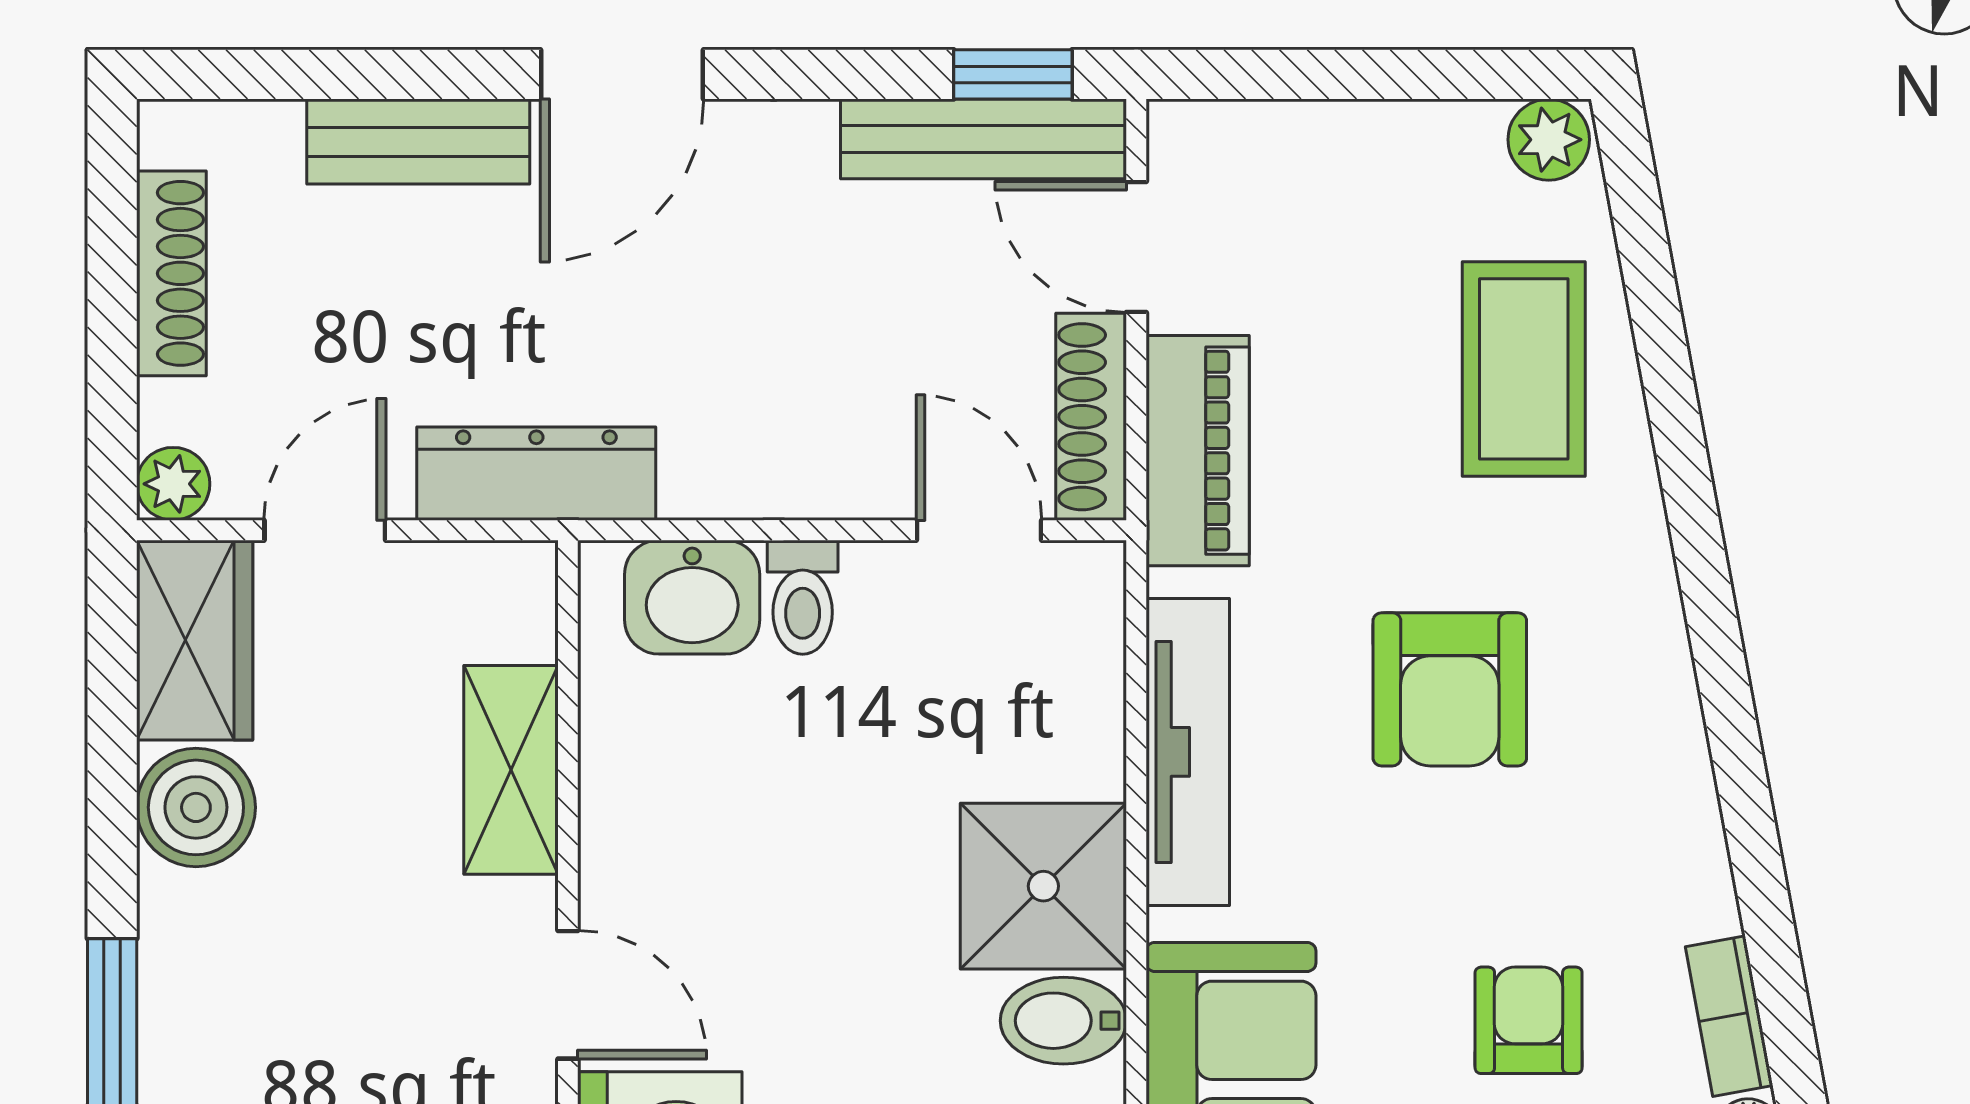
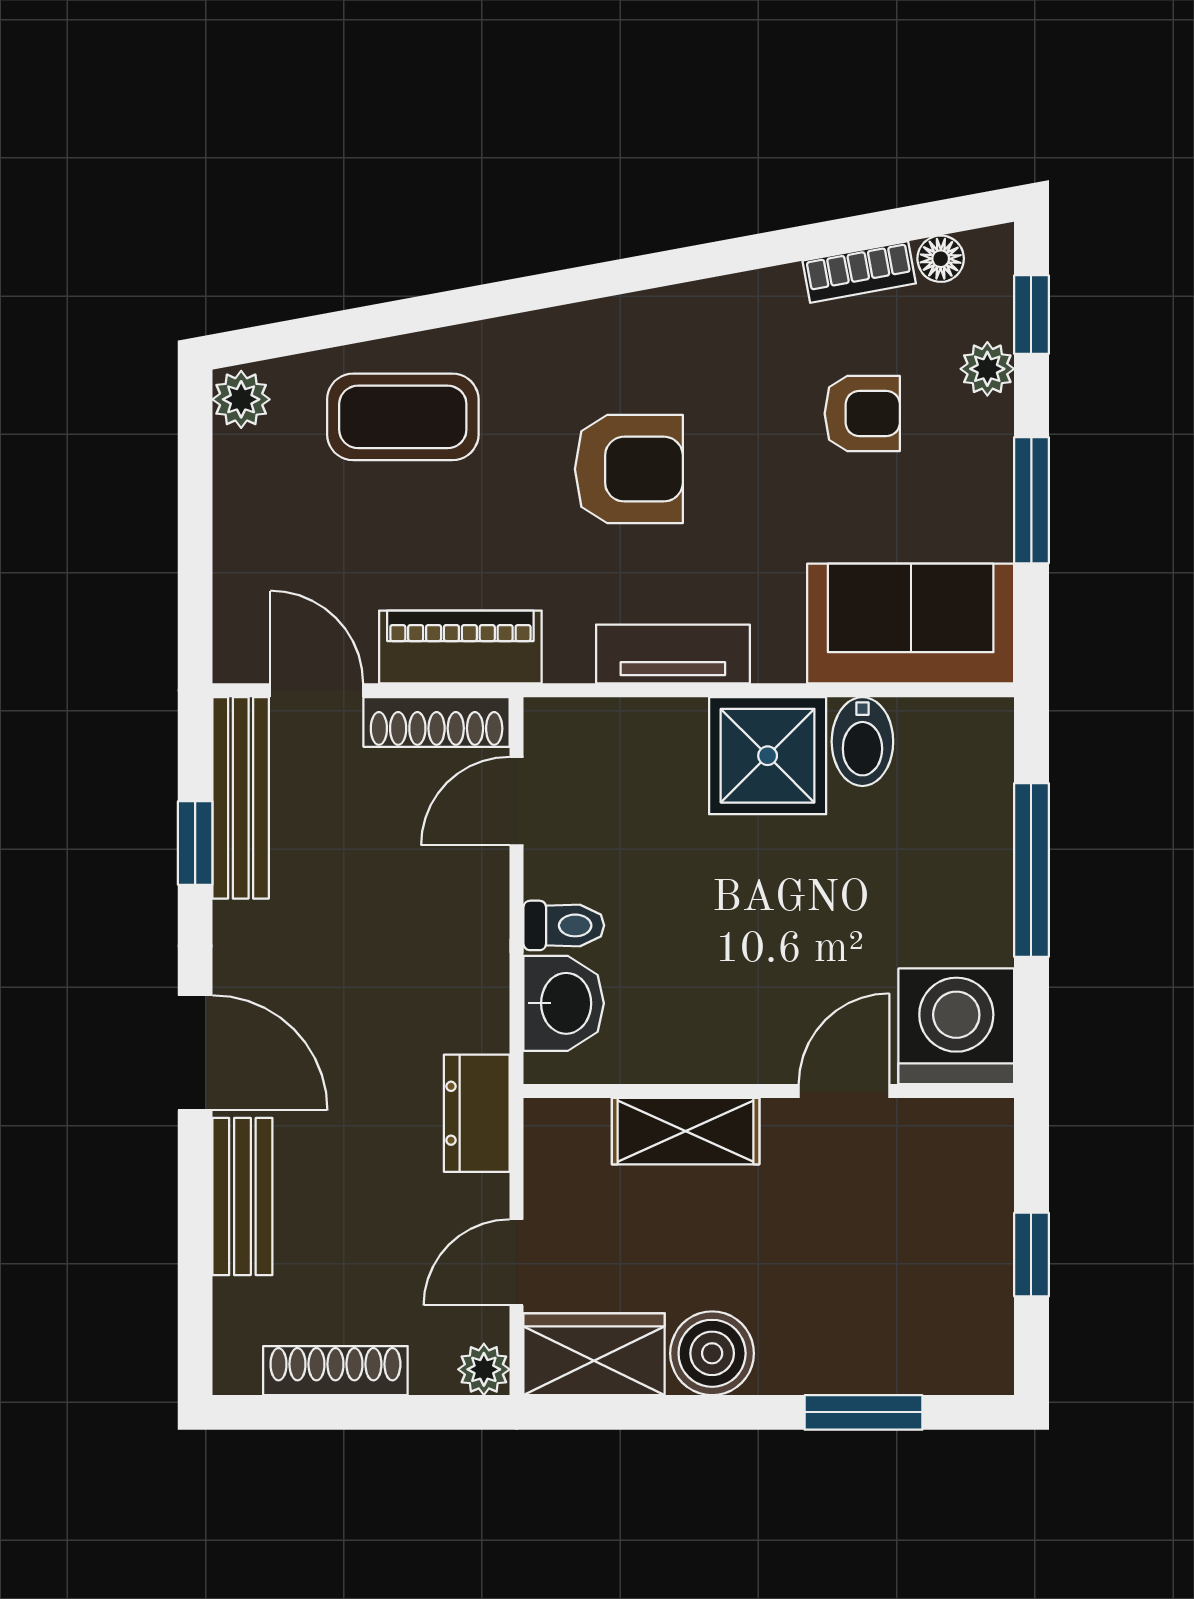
window: (1013, 74) -> (195, 843), moved
door: (1136, 247) -> (317, 690), swing flipped
dresser: (536, 474) -> (477, 1113), width x0.70
door: (325, 530) -> (517, 1262), hinge flipped
tv unit: (1188, 752) -> (673, 654), width x0.71
armchair: (1529, 1020) -> (862, 414), turned 180

